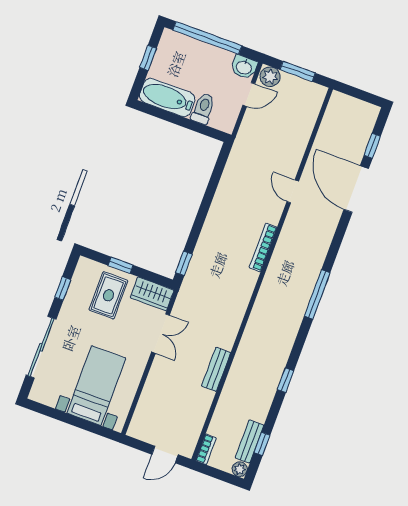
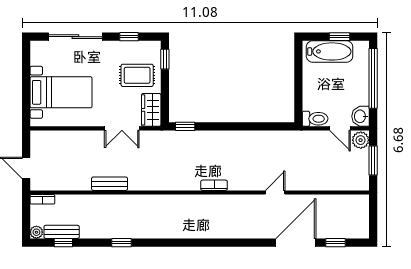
bathtub: (167, 97) -> (330, 51), moved, turned 90
toilet: (203, 109) -> (315, 119), moved
bookcase: (263, 247) -> (214, 185), width x0.64
window: (121, 265) -> (165, 59), moved
window: (317, 294) -> (200, 243), removed

